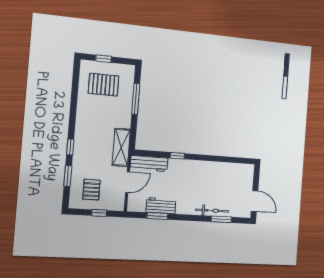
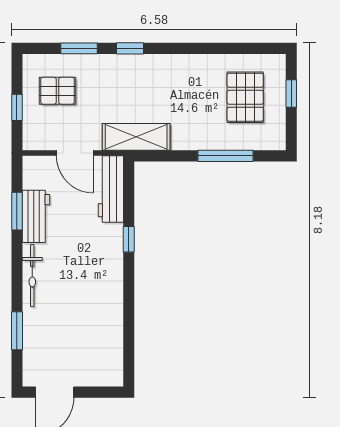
bicycle: (212, 211) -> (32, 276), moved

